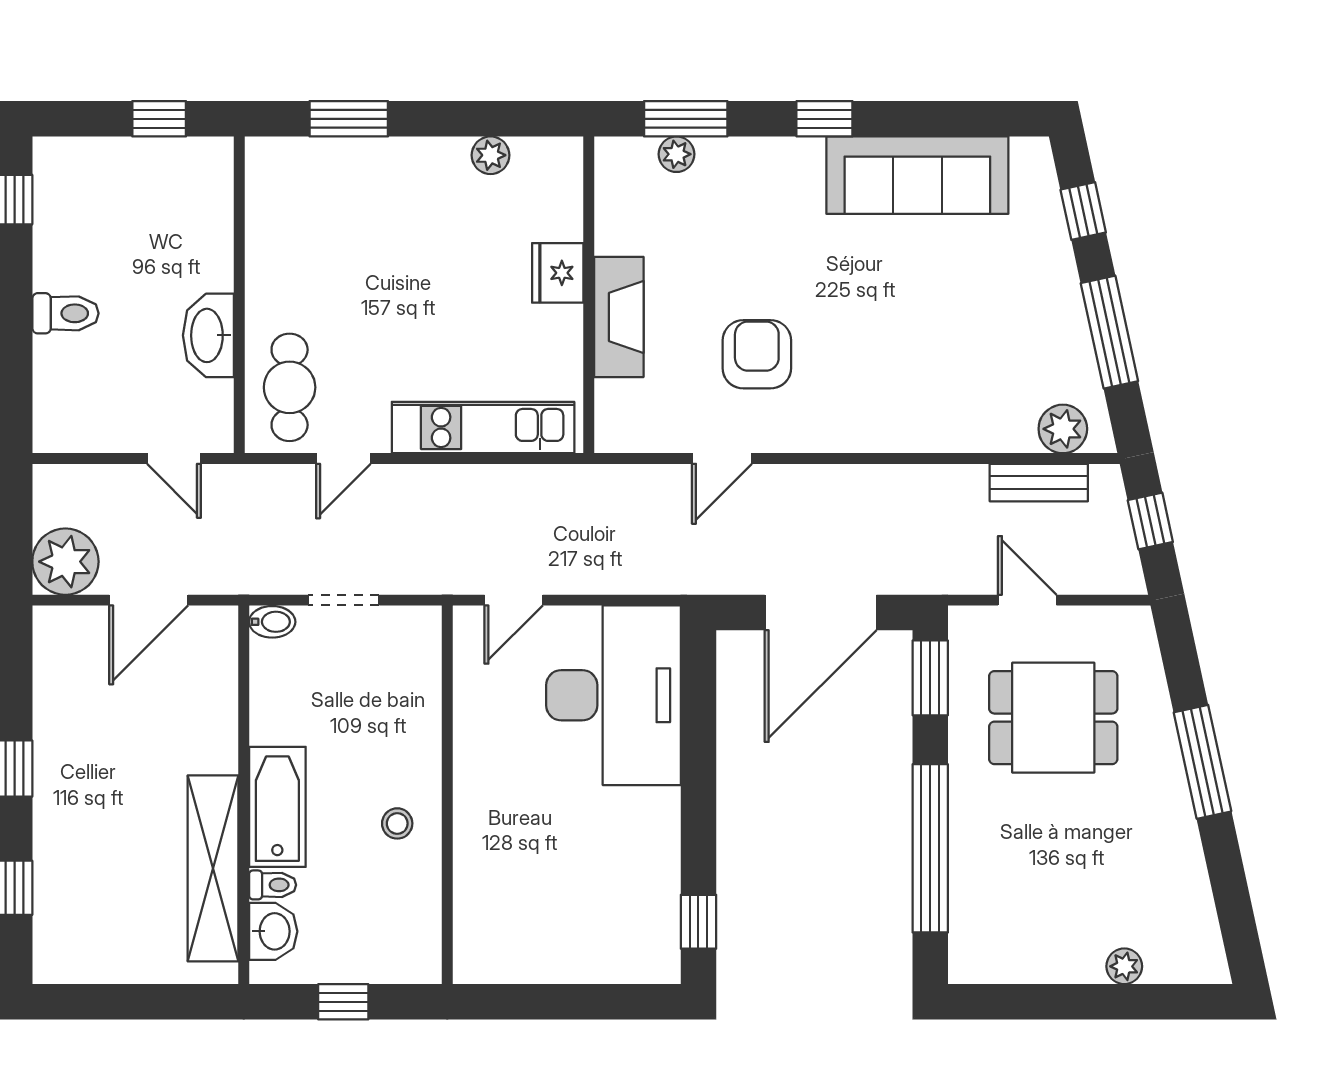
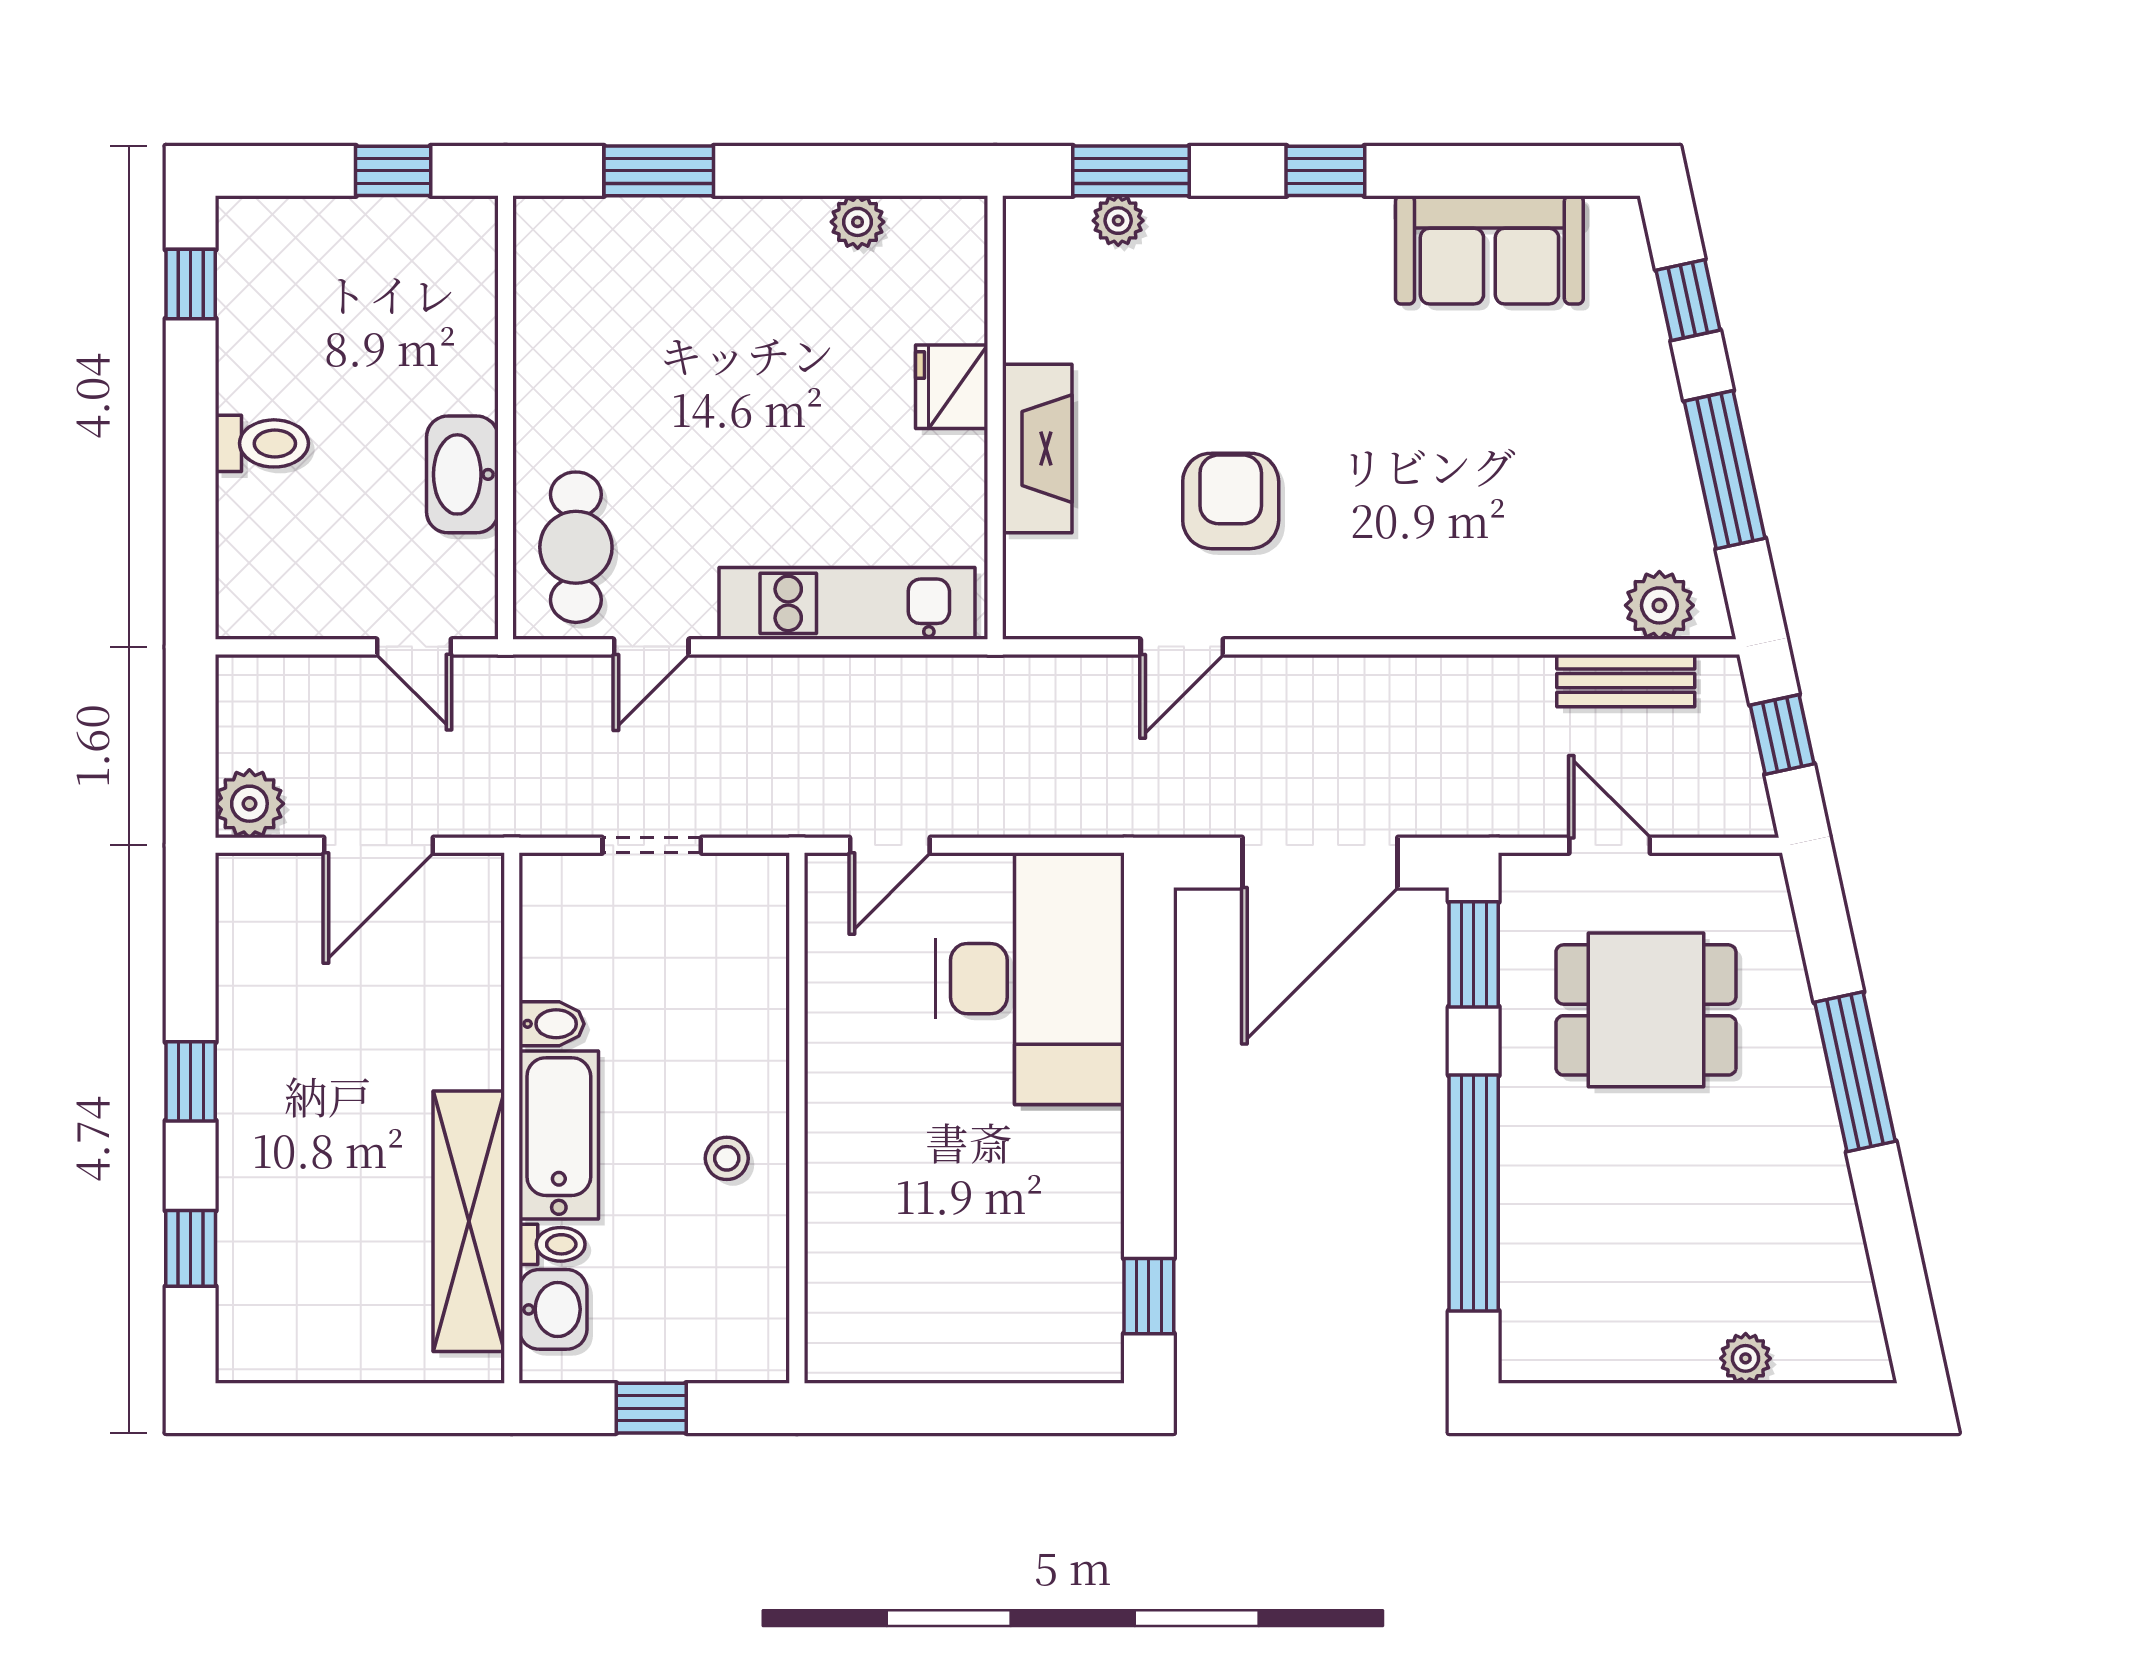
sofa: (917, 175) -> (1489, 250), width x0.73
plant: (65, 562) -> (249, 804), width x0.73, depth x0.73
bidet: (272, 622) -> (552, 1024), moved

